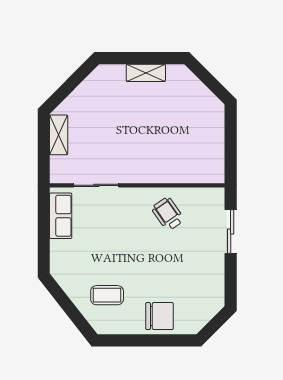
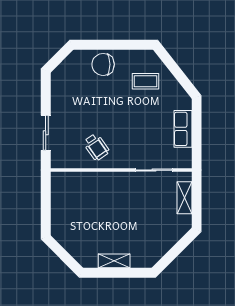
shelving: (59, 135) -> (185, 198), moved
row of seats: (61, 216) -> (183, 129), moved

